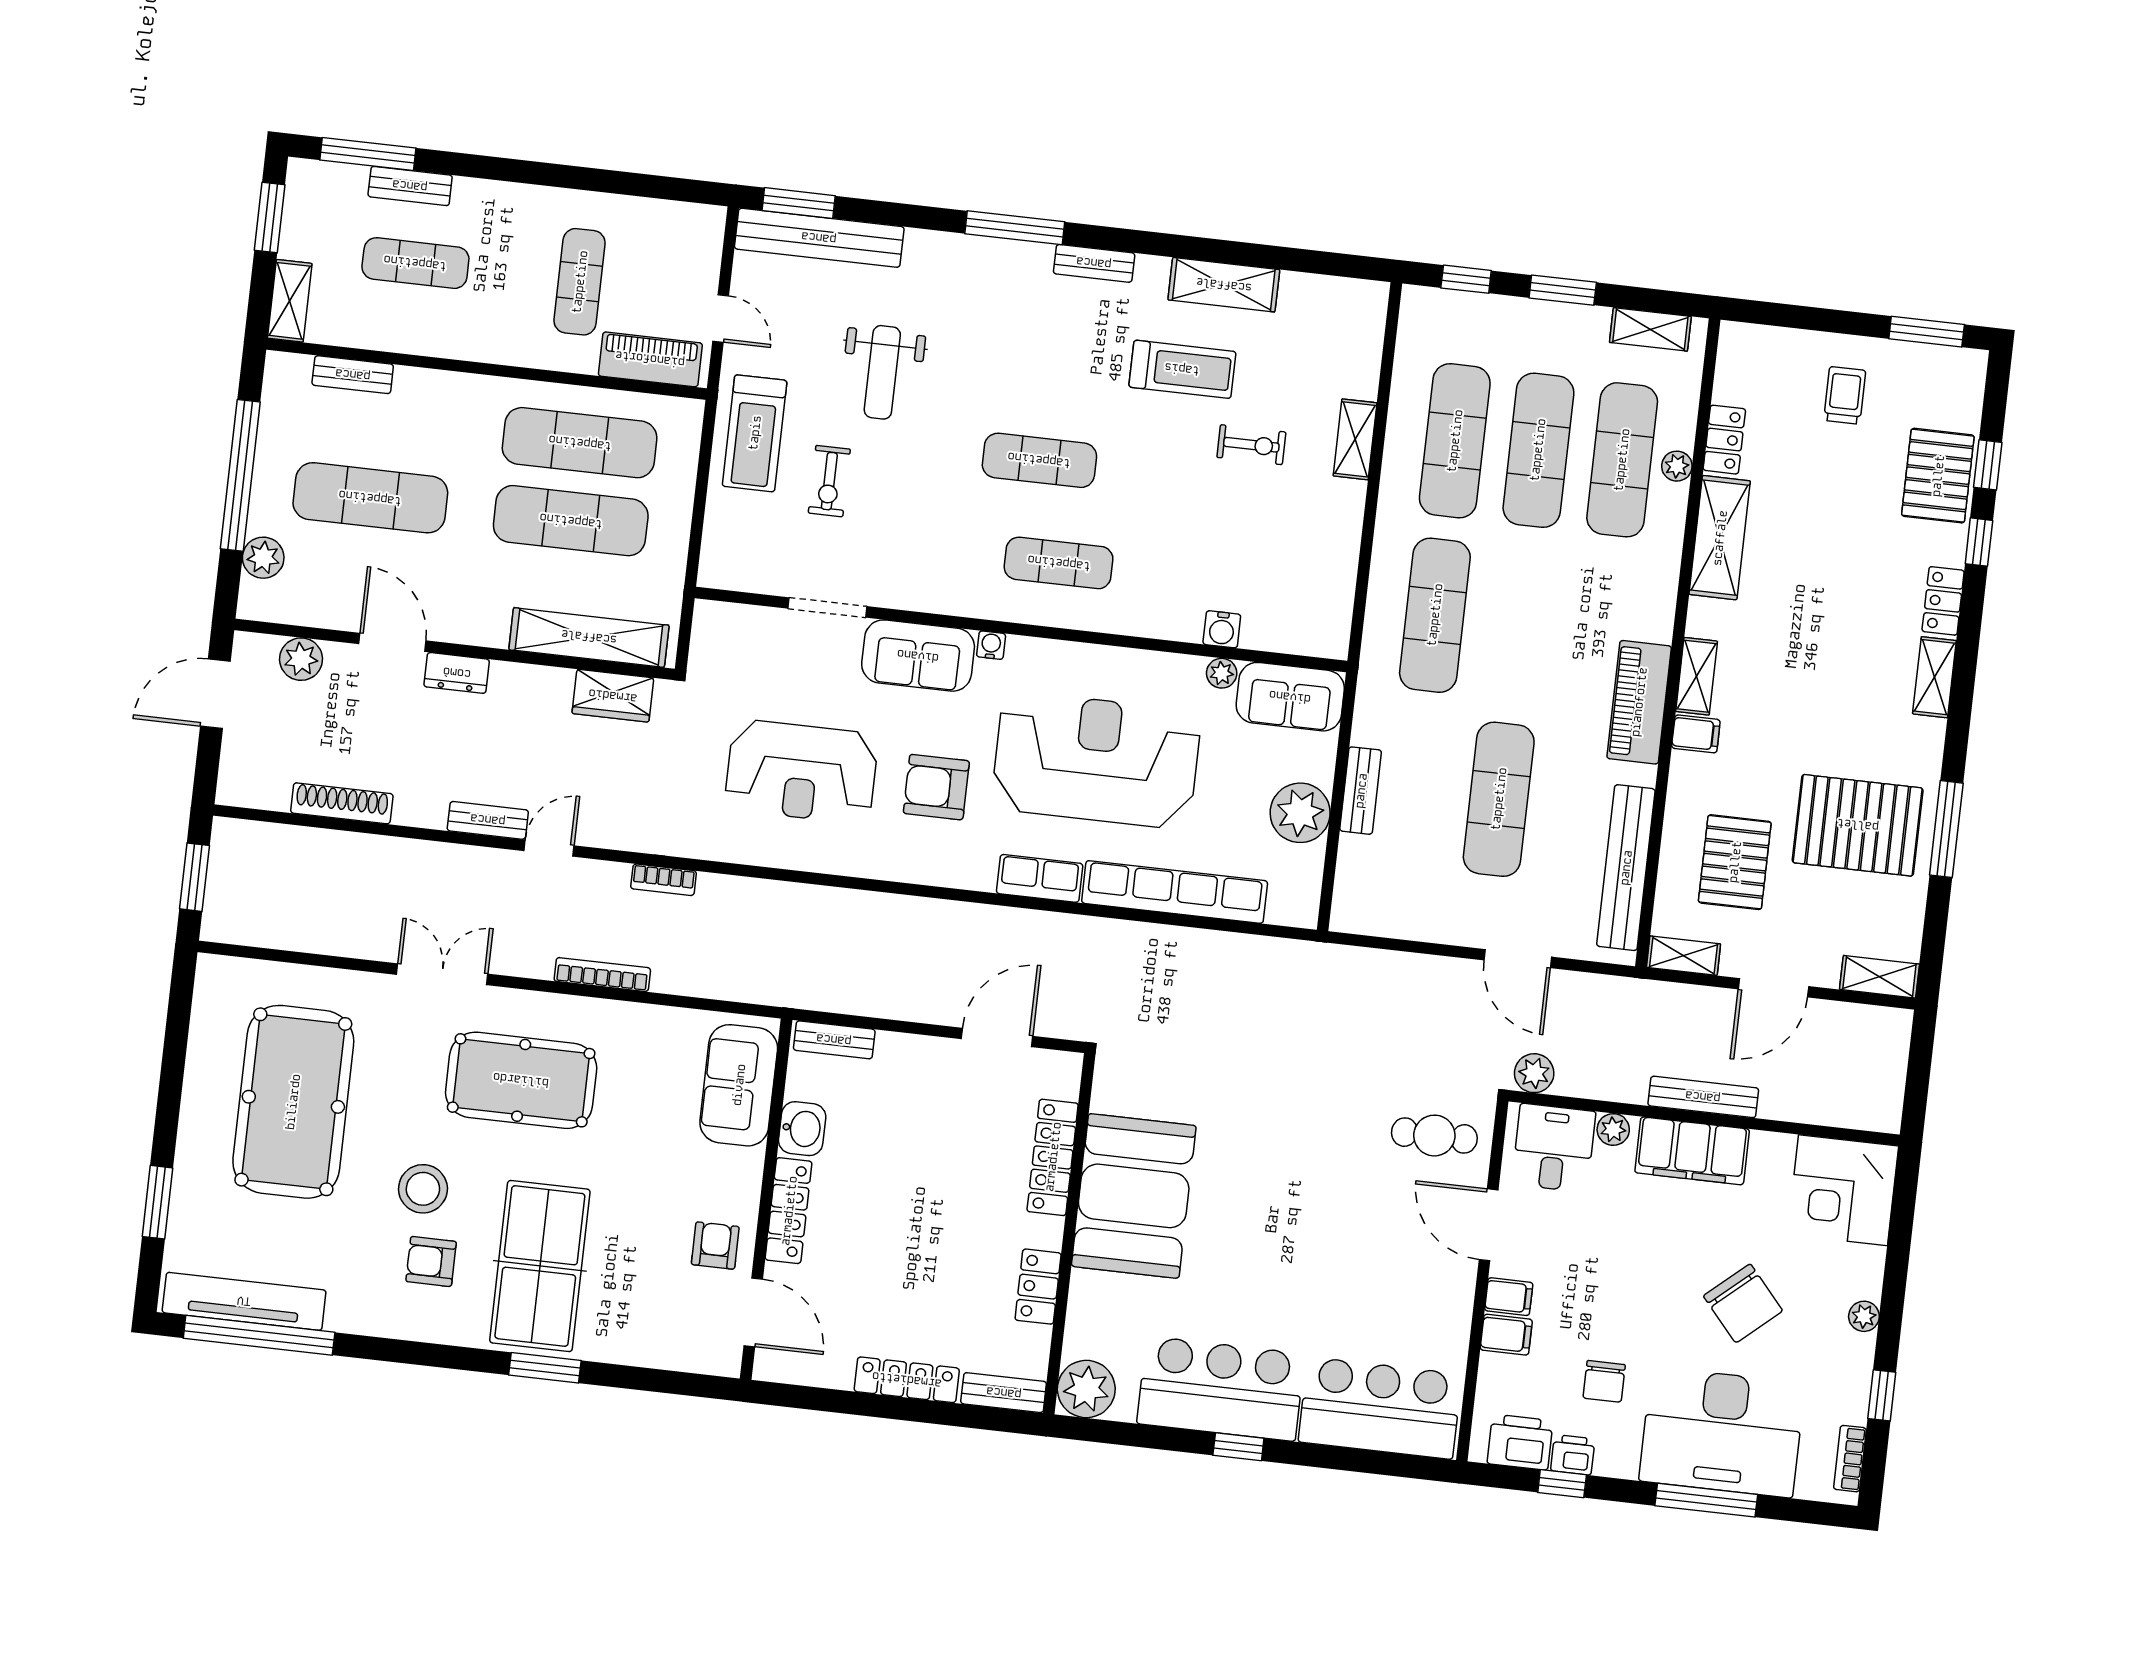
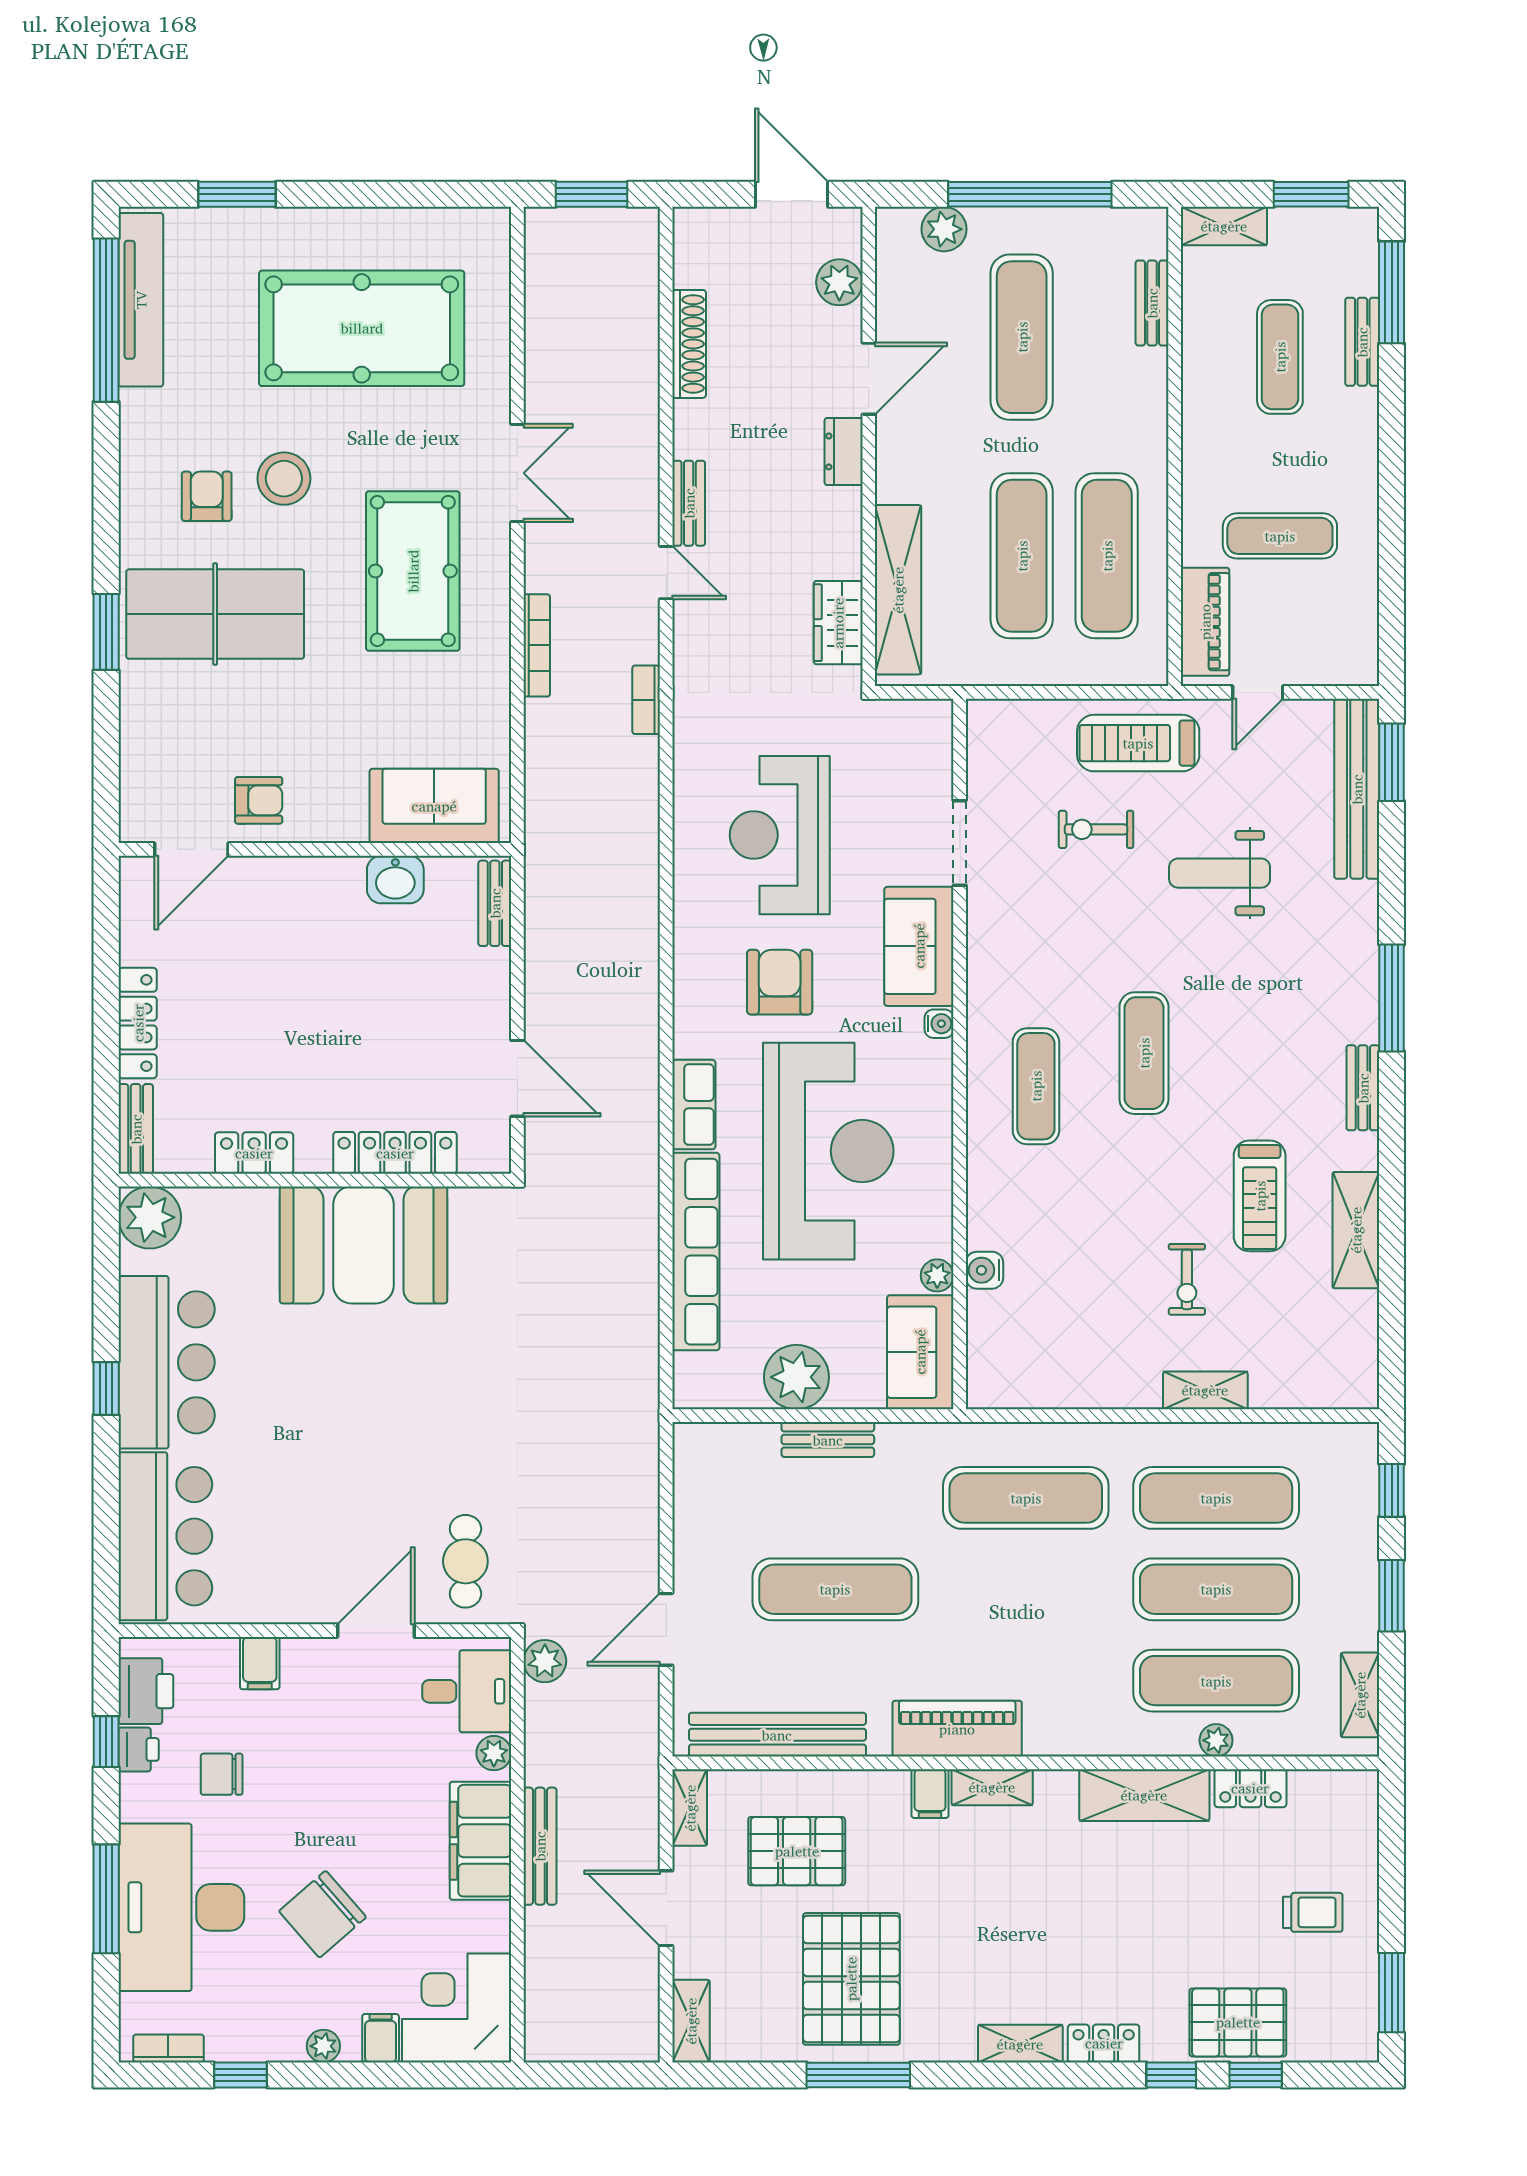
locker: (789, 1211) -> (305, 875), removed
filing cabinet: (1509, 1297) -> (381, 2038), moved, turned 180

